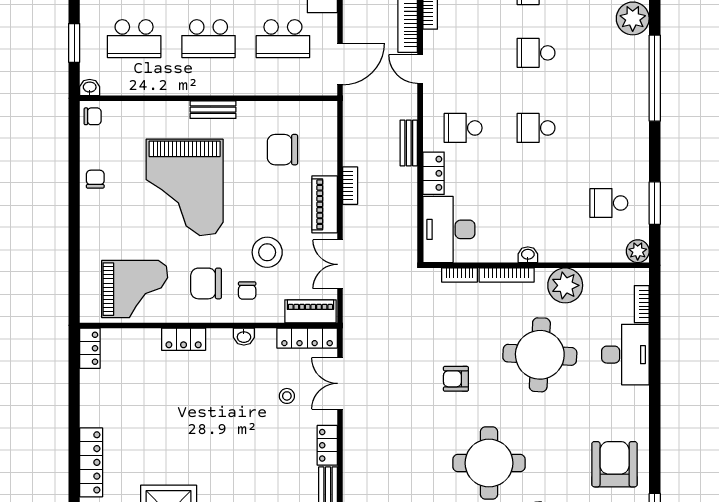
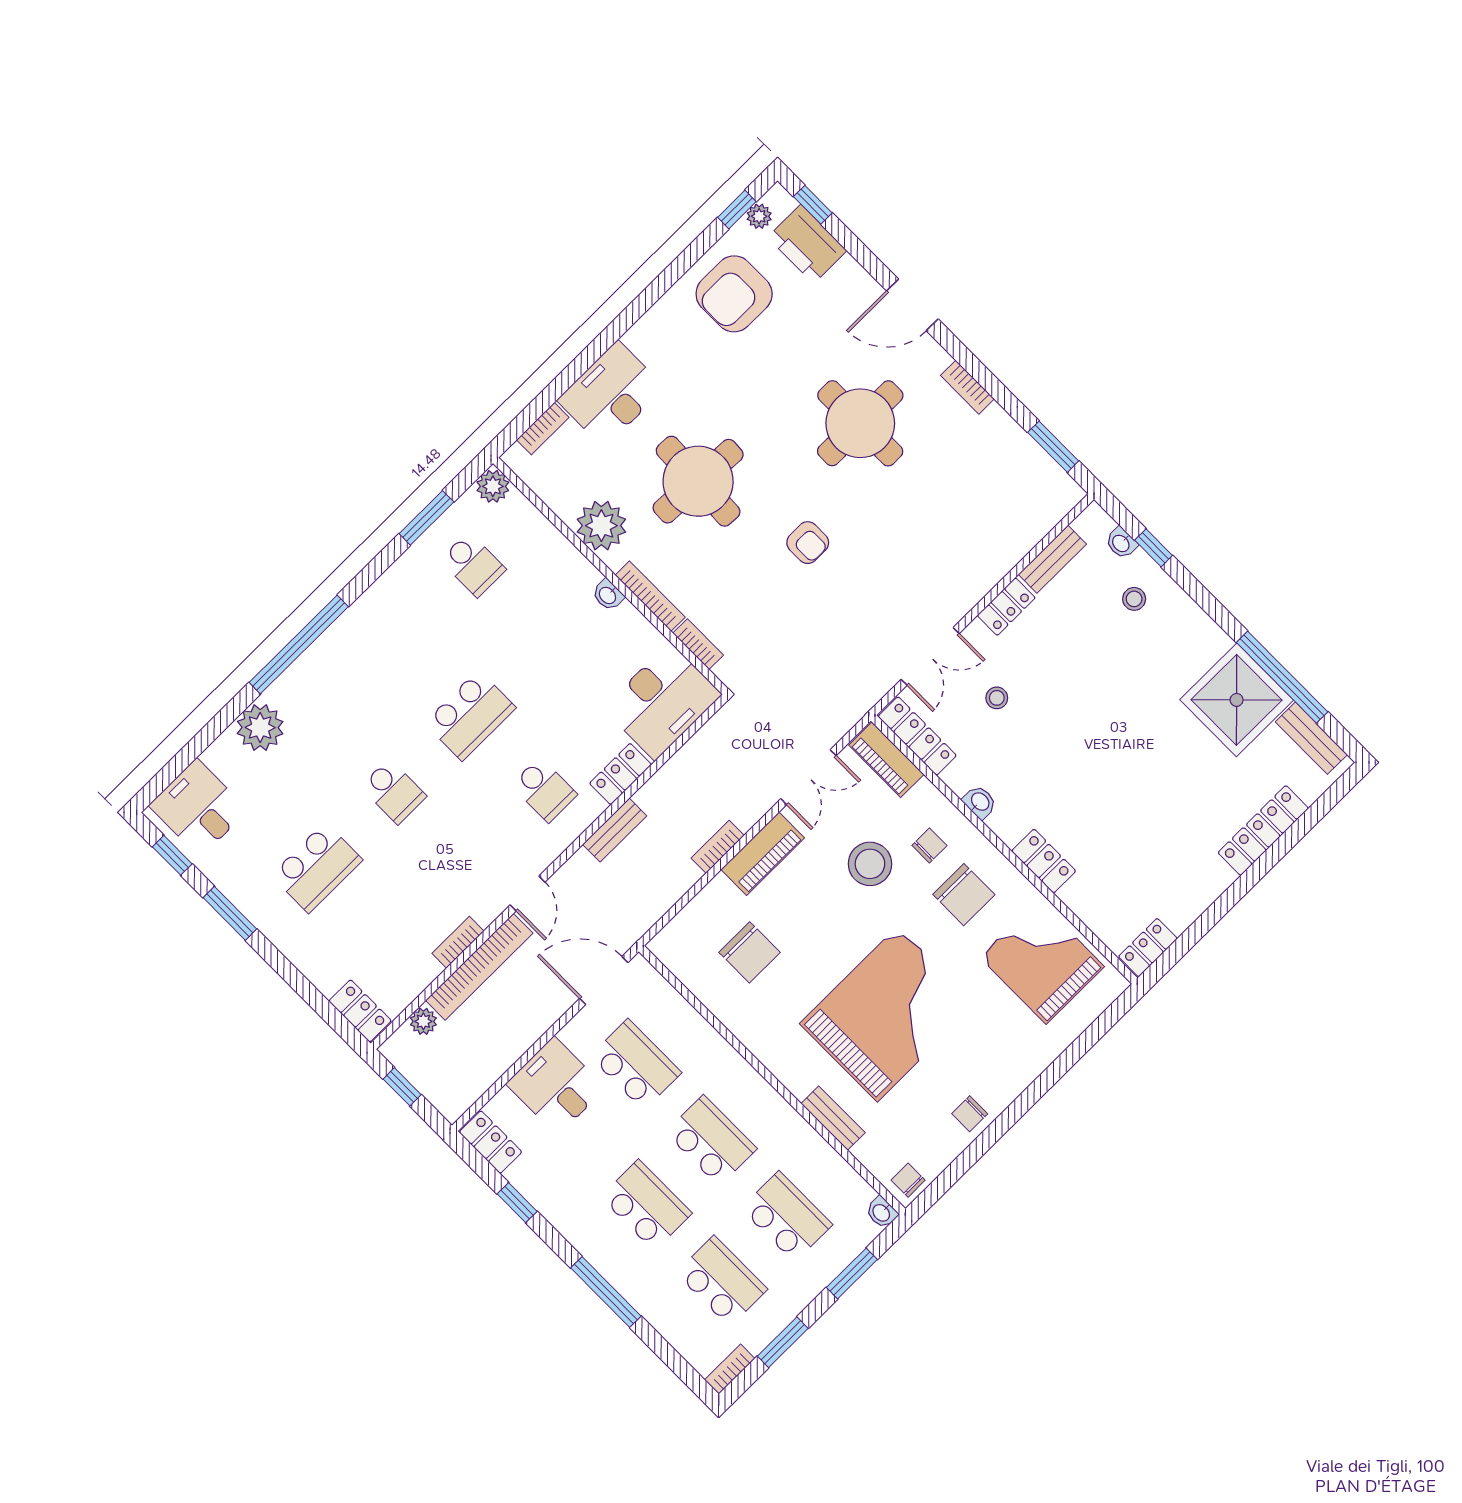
bench: (213, 110) -> (833, 1118), moved
school desk: (536, 128) -> (470, 715), width x1.85

